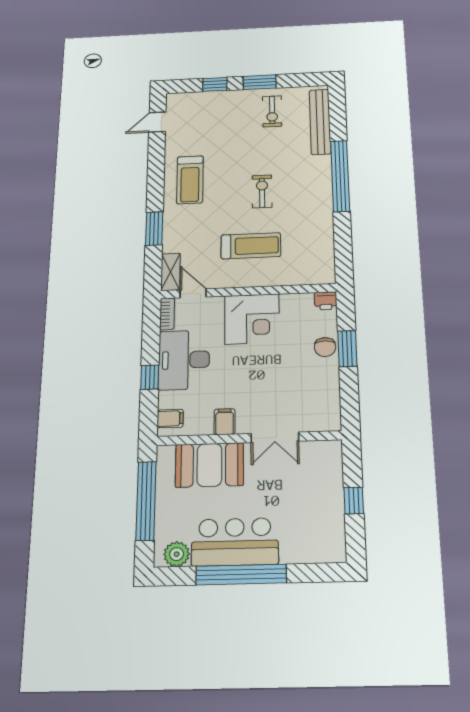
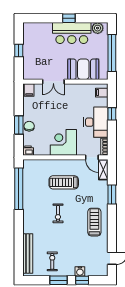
water cooler: (219, 98) -> (80, 271), added
window: (340, 176) -> (19, 189), moved
filing cabinet: (225, 422) -> (29, 90), moved
double door: (275, 437) -> (53, 82), swing flipped
window: (241, 575) -> (69, 18), width x0.32

